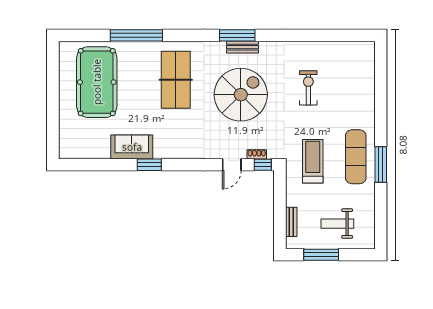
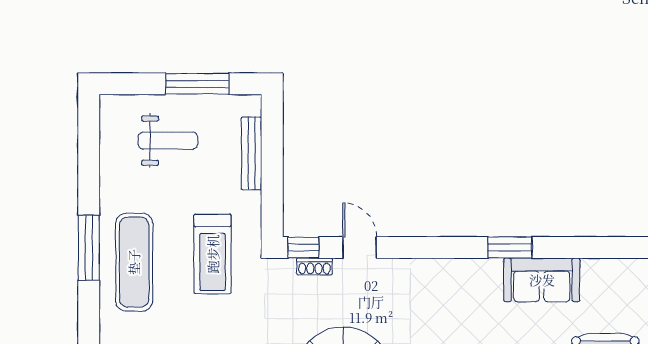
door: (232, 165) -> (360, 247), hinge flipped
bench: (291, 222) -> (252, 153), width x1.36

